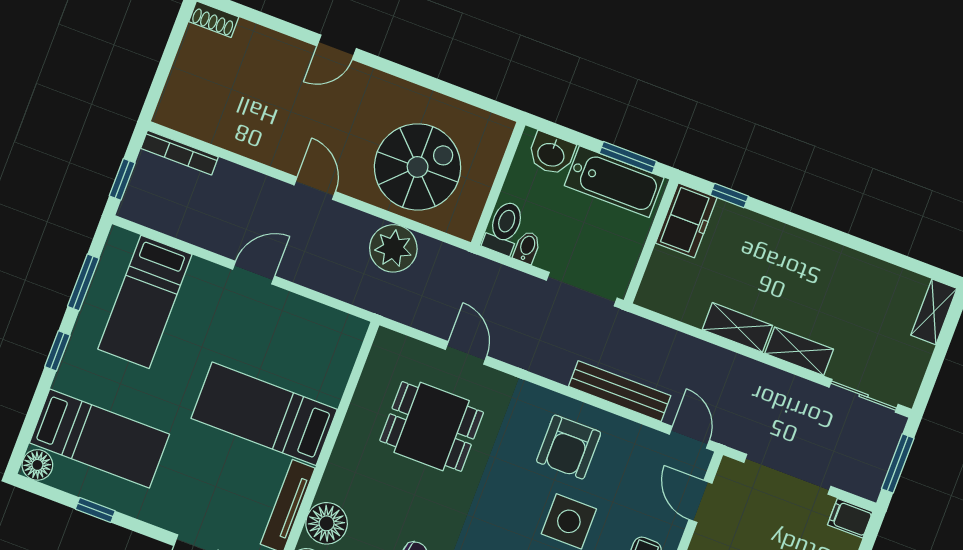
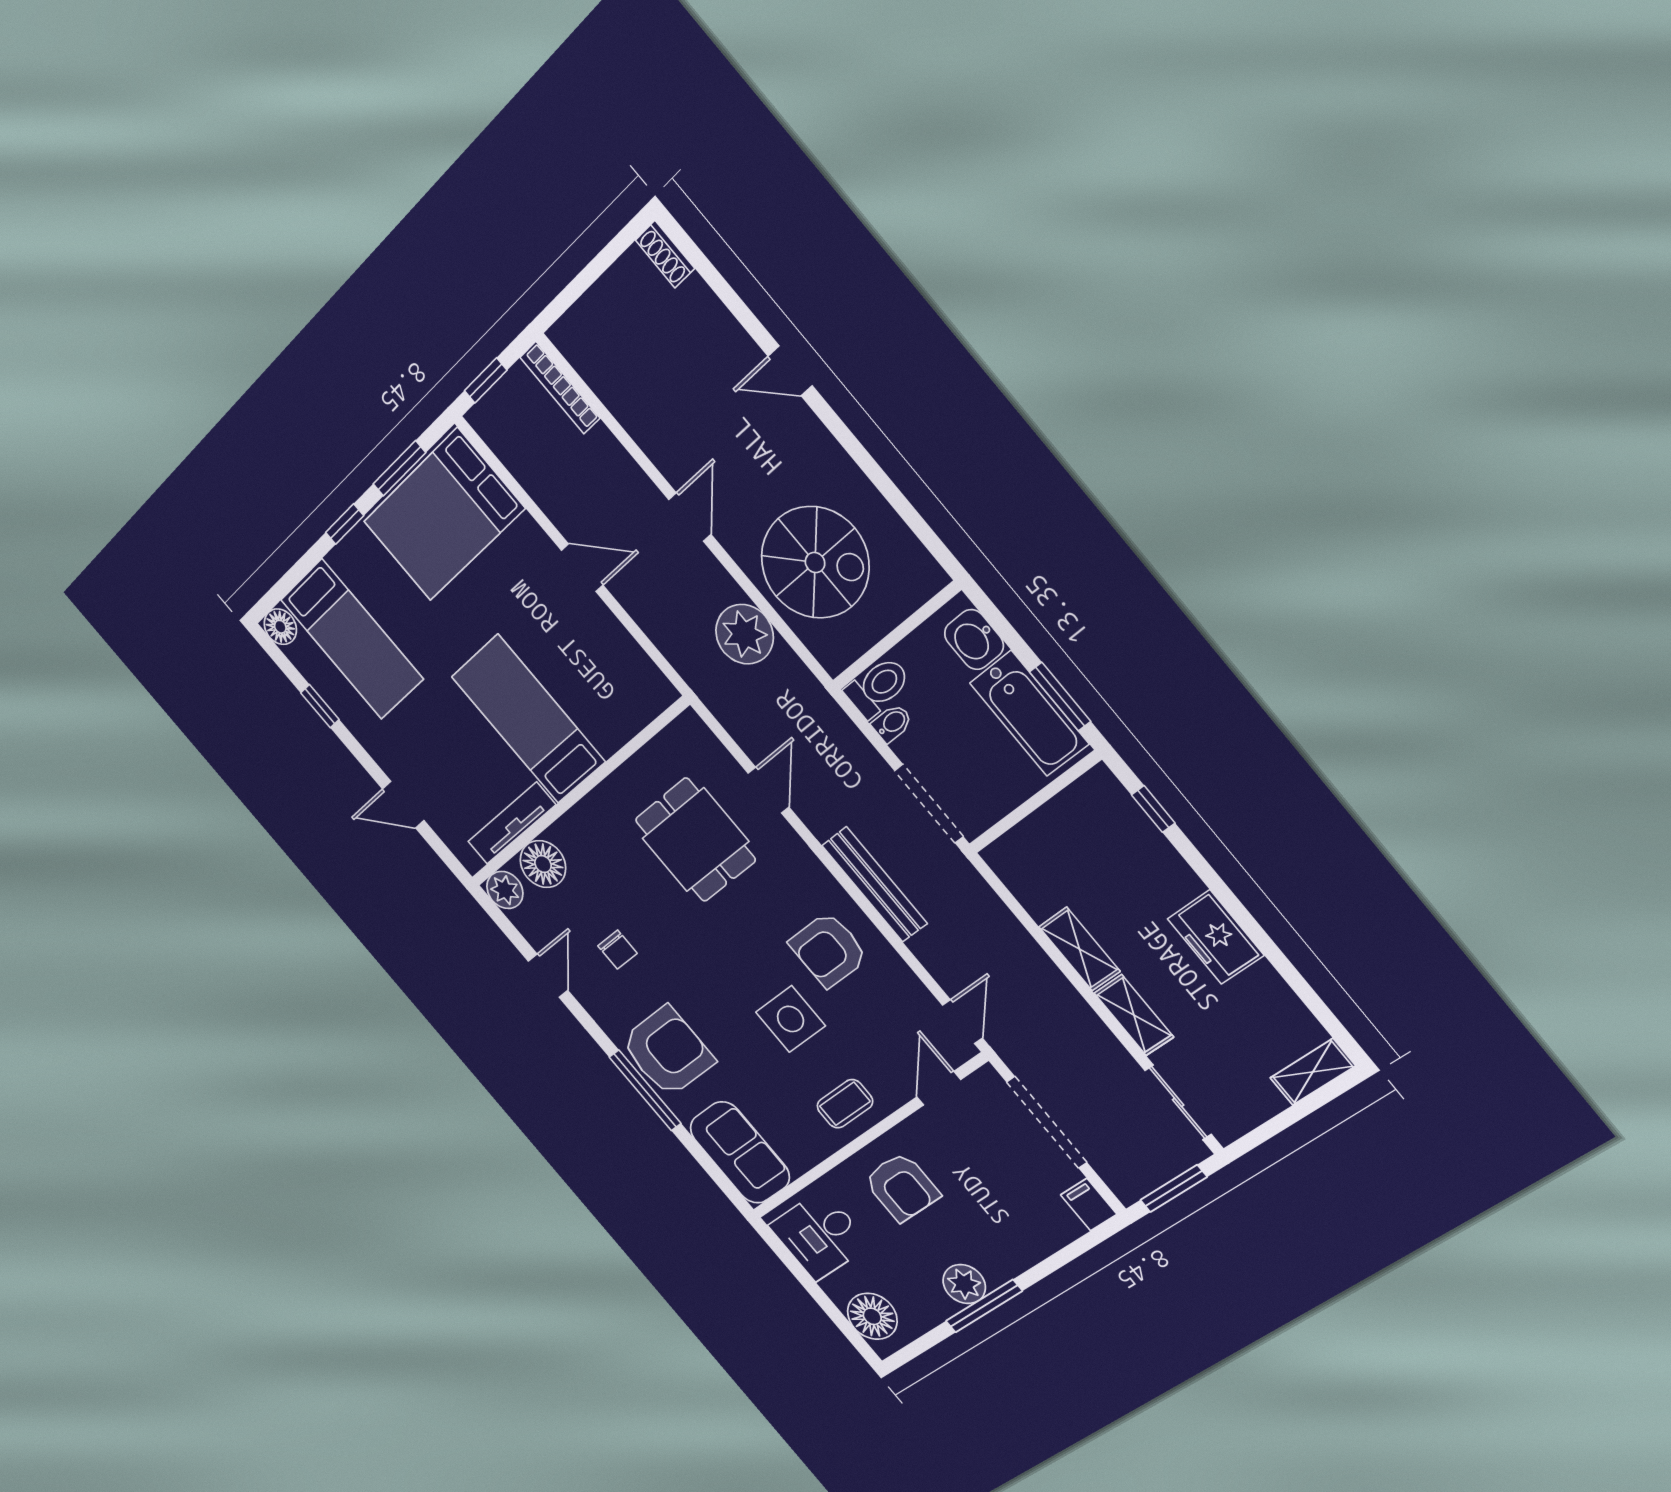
freezer: (686, 220) -> (1216, 937), moved, turned 90
bed: (145, 302) -> (444, 515), width x1.50
bench: (620, 391) -> (875, 885), moved

